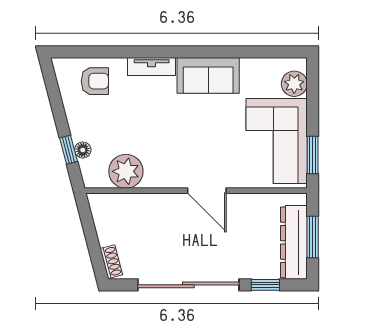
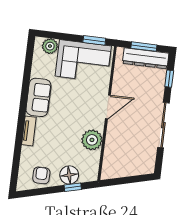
armchair: (95, 81) -> (41, 175), moved
floor lamp: (83, 150) -> (69, 175), width x1.89, depth x1.89
plant: (126, 171) -> (92, 140), moved
shoe rack: (111, 262) -> (144, 170), removed
sliding door: (188, 285) -> (163, 125), width x0.73

